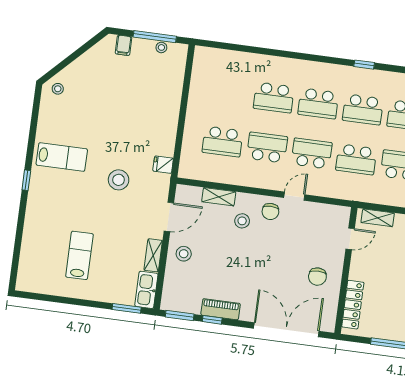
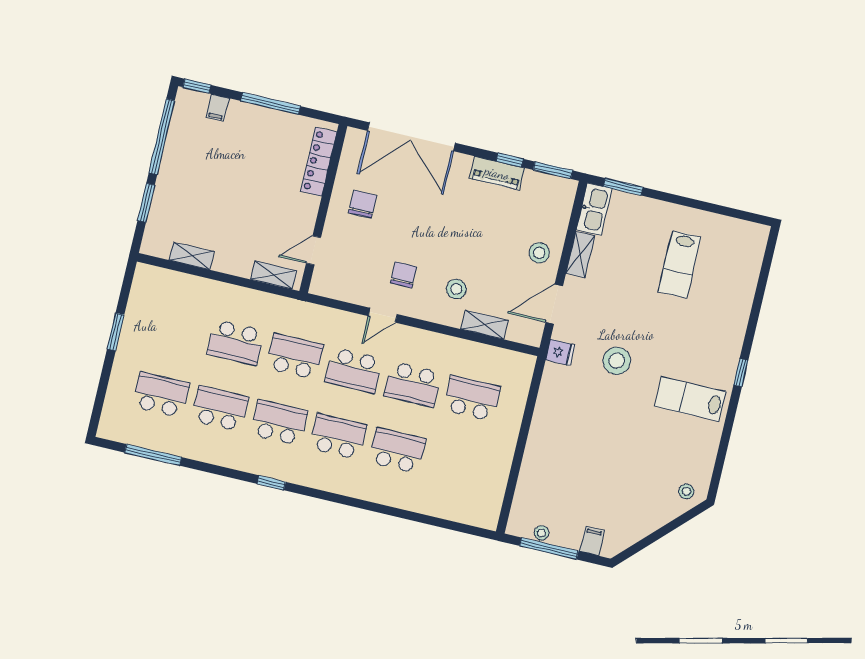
fridge: (163, 165) -> (560, 352), moved
chair: (270, 211) -> (403, 275), moved

